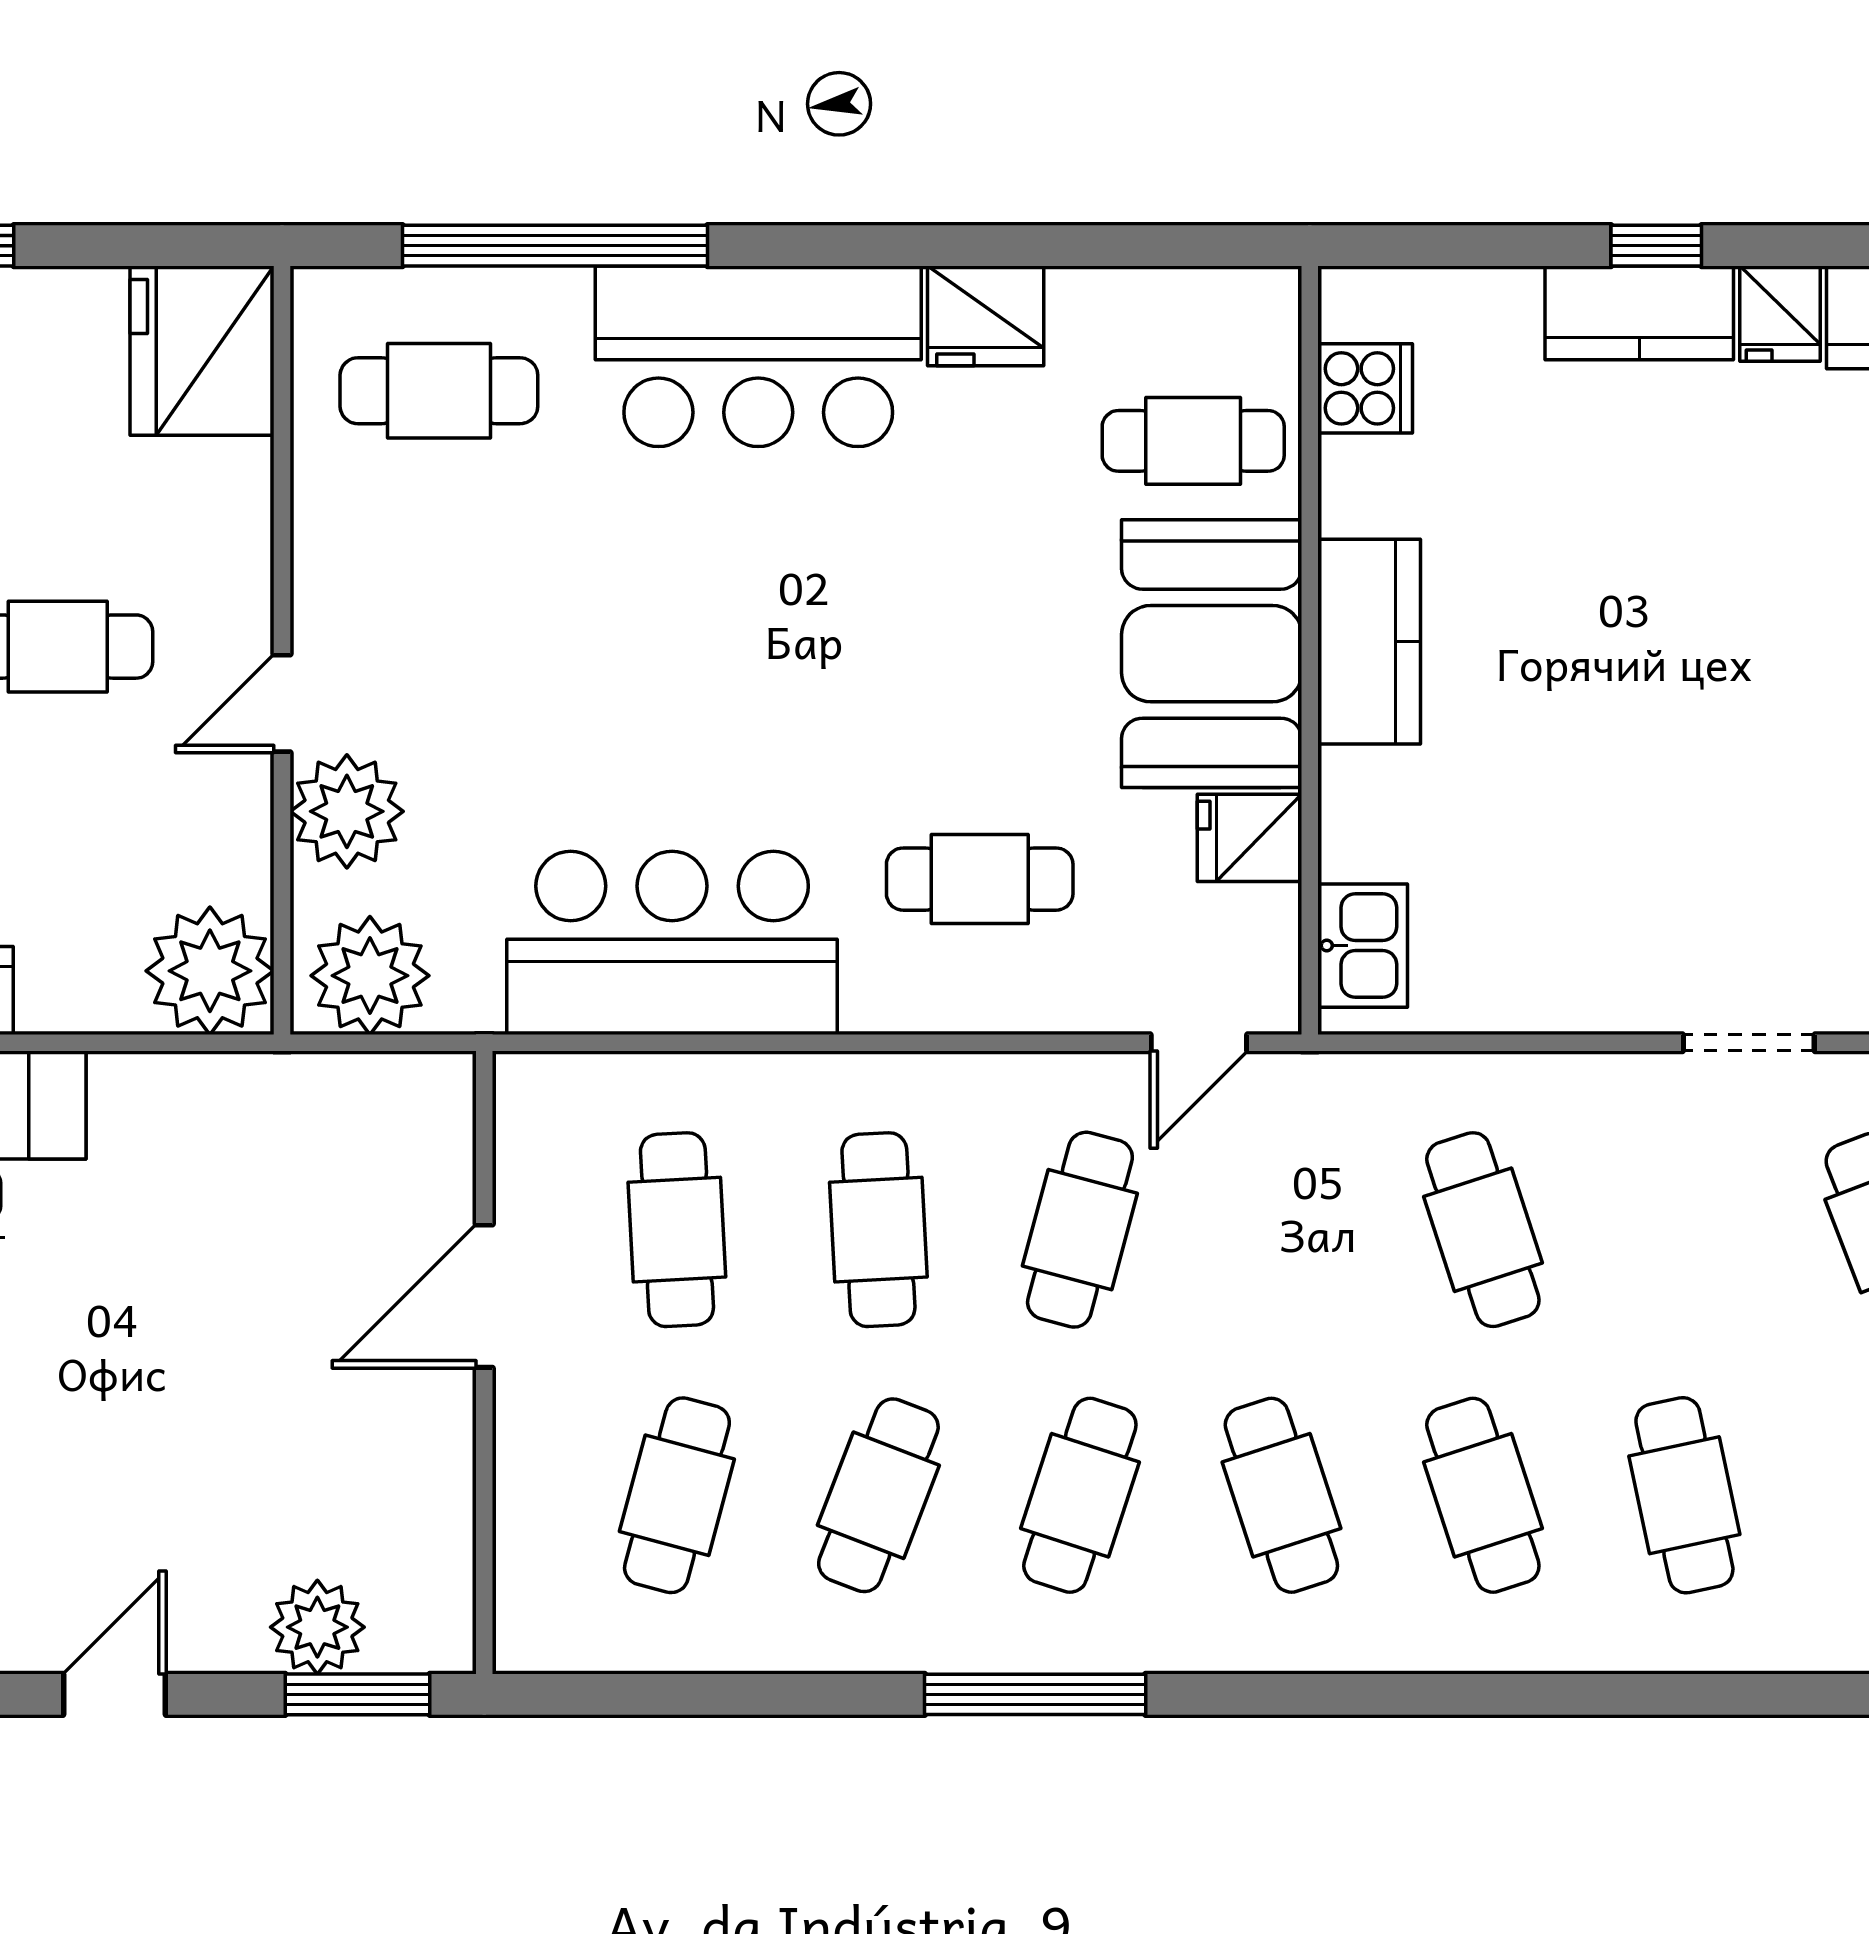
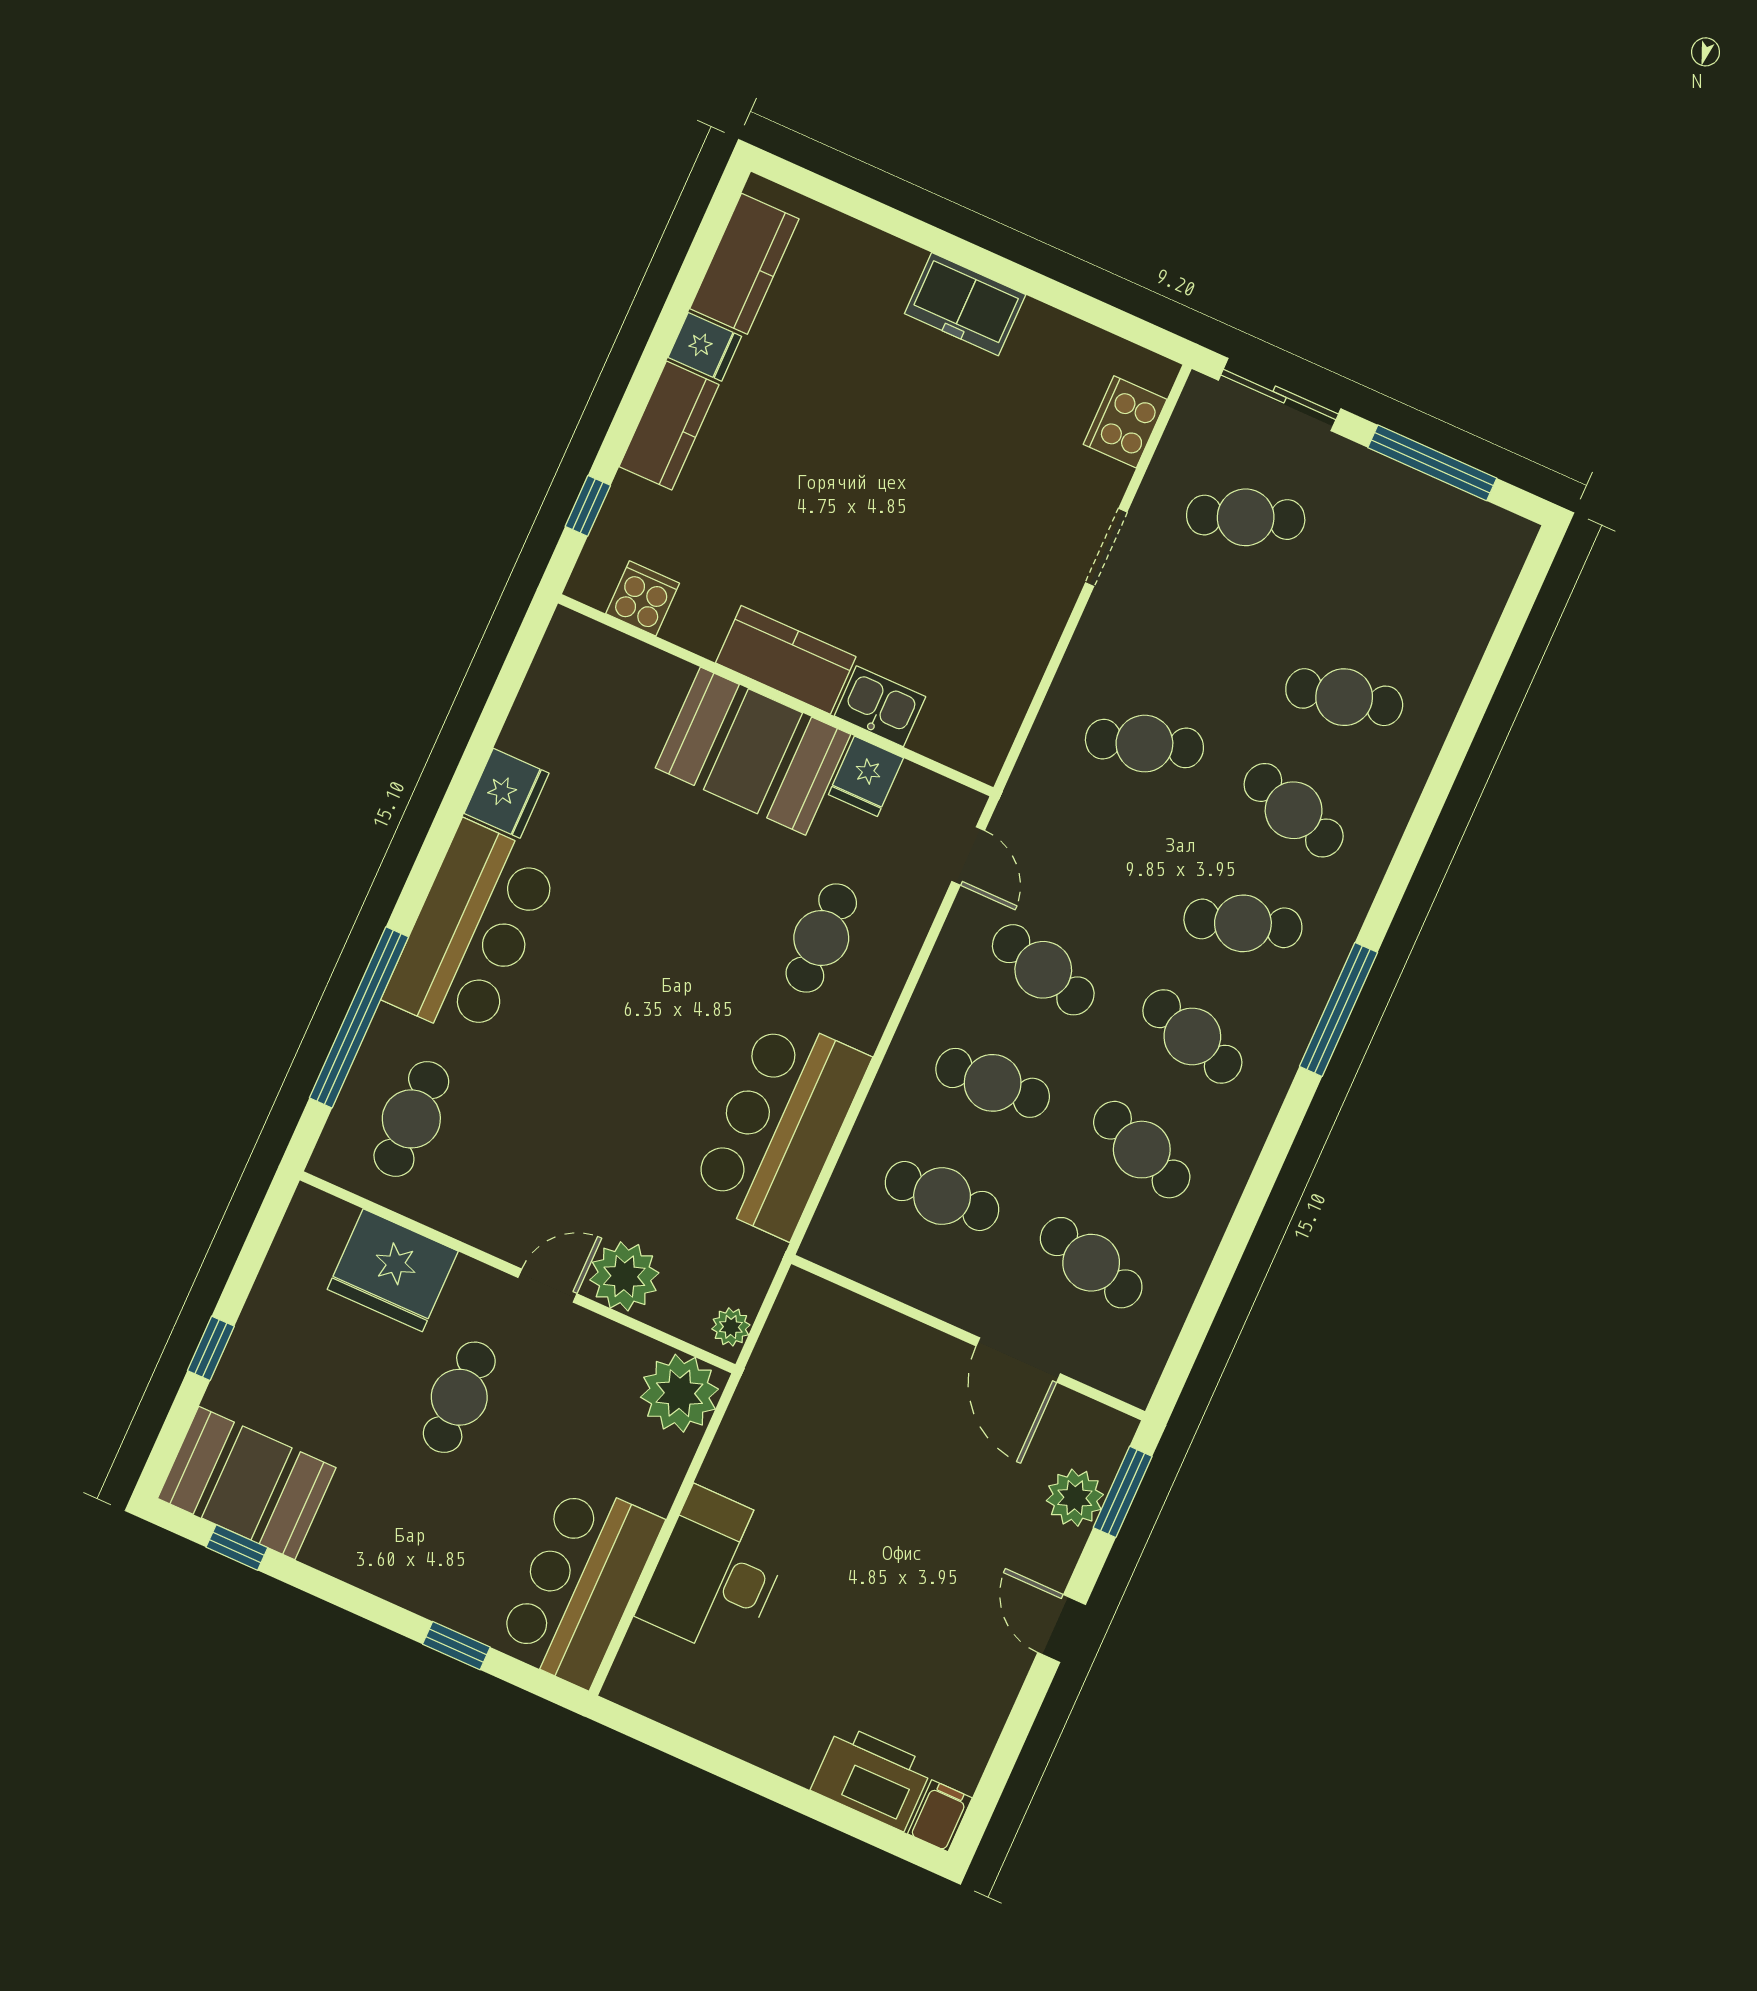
window: (1656, 246) -> (588, 506), moved
fridge: (202, 351) -> (393, 1270), moved
cafe table: (1193, 441) -> (629, 708), removed
door: (282, 703) -> (547, 1286), swing flipped
kitchen sink: (1363, 946) -> (880, 706), moved
plant: (370, 976) -> (731, 1327), width x0.53, depth x0.53
door: (484, 1296) -> (1018, 1360), moved
cafe table: (1483, 1495) -> (1294, 810), turned 36
window: (1035, 1694) -> (1339, 1009), moved

